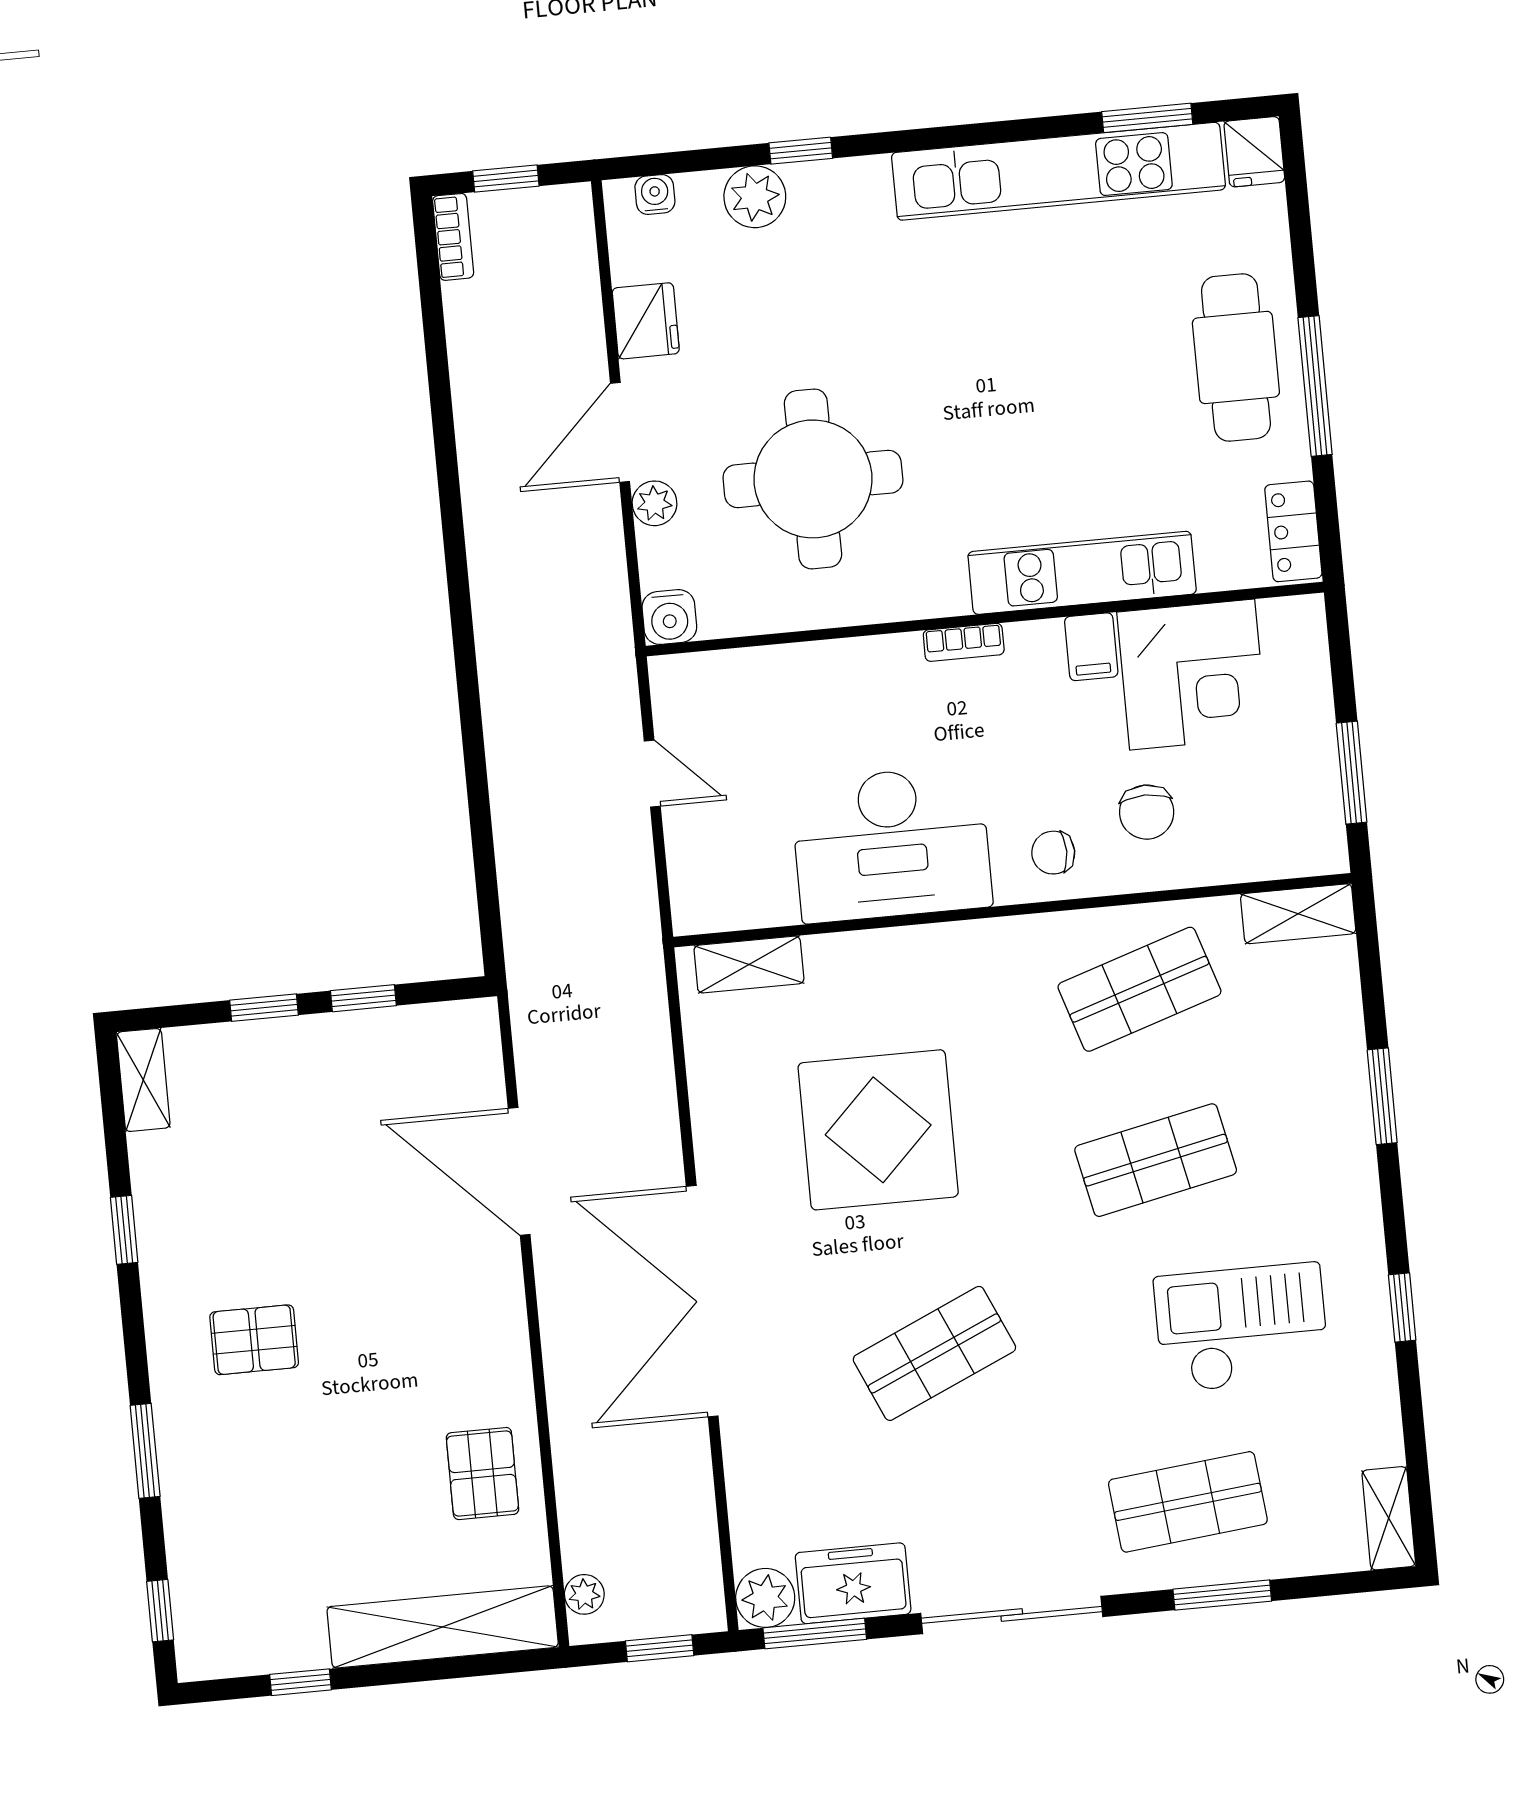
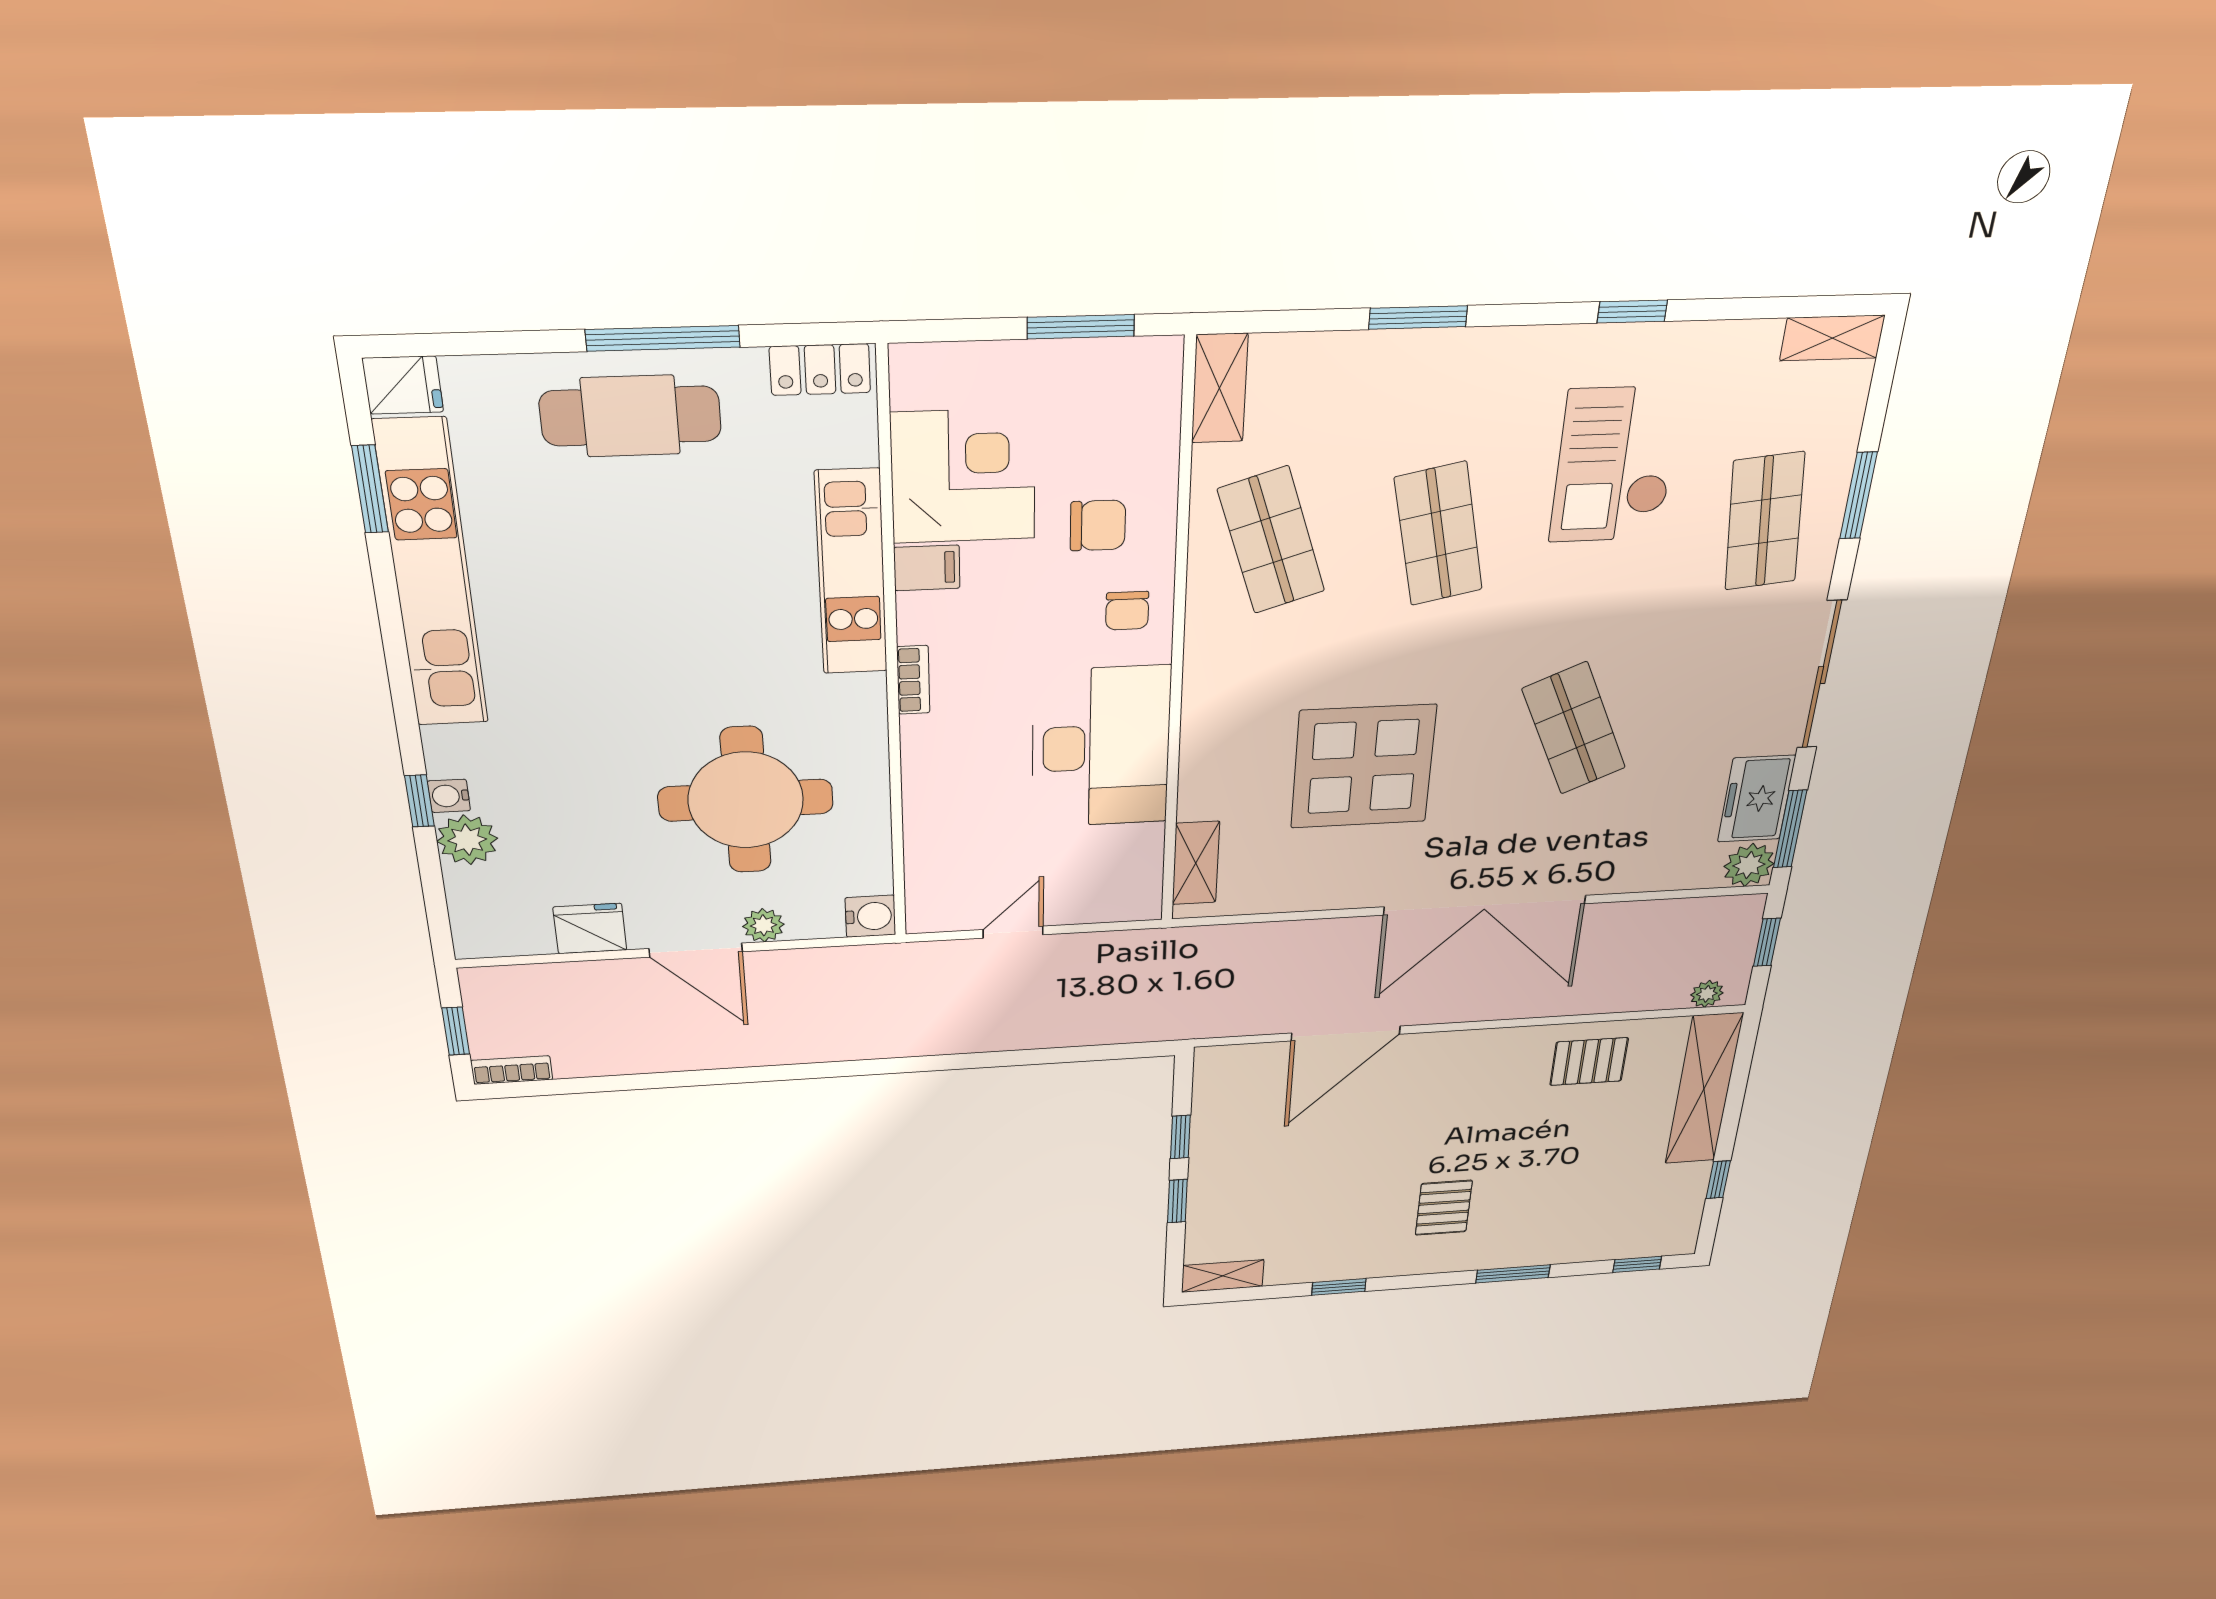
water cooler: (655, 194) -> (449, 796), moved

